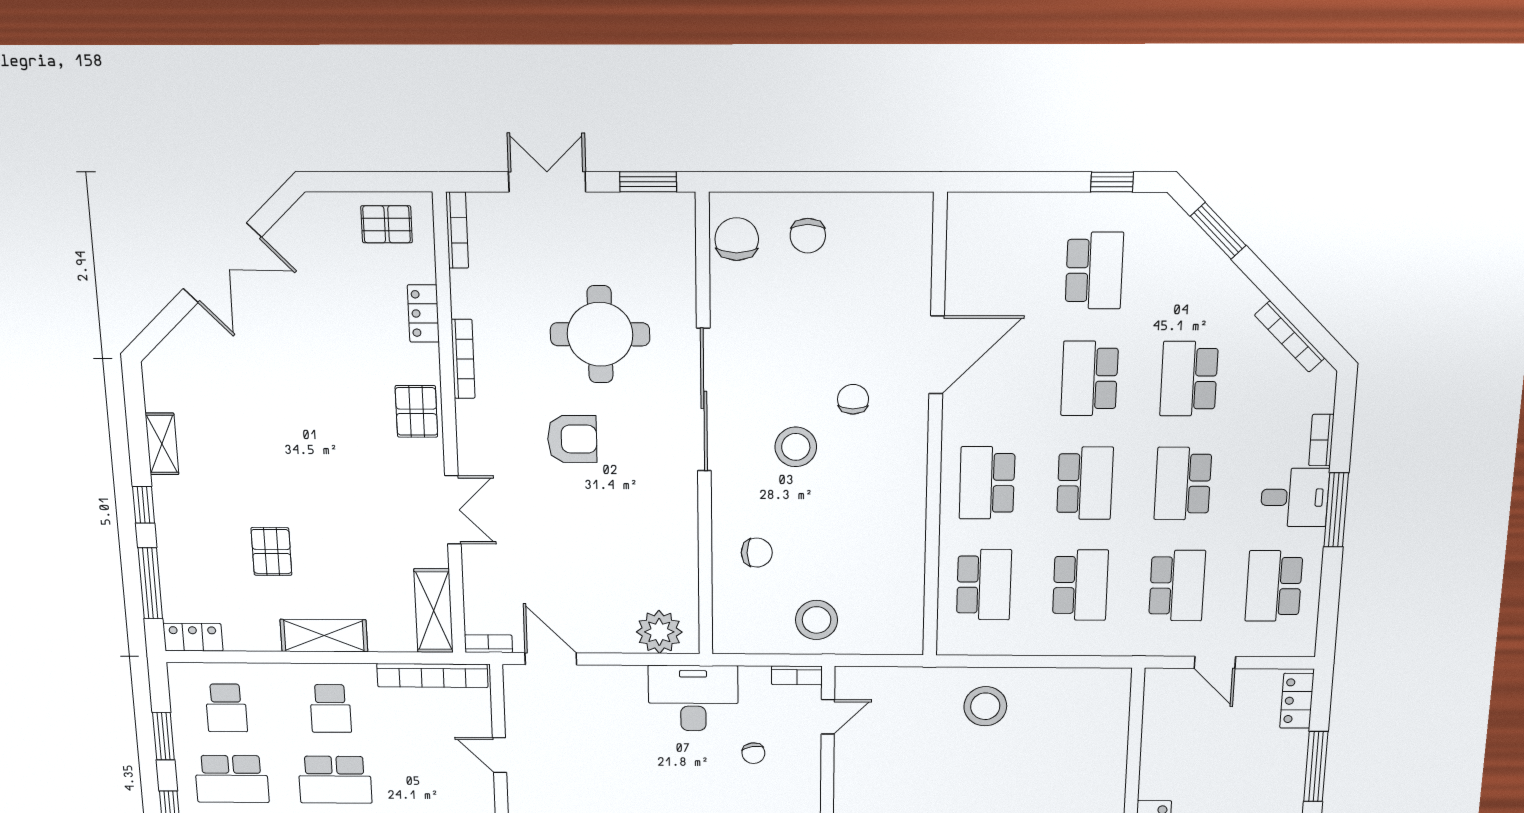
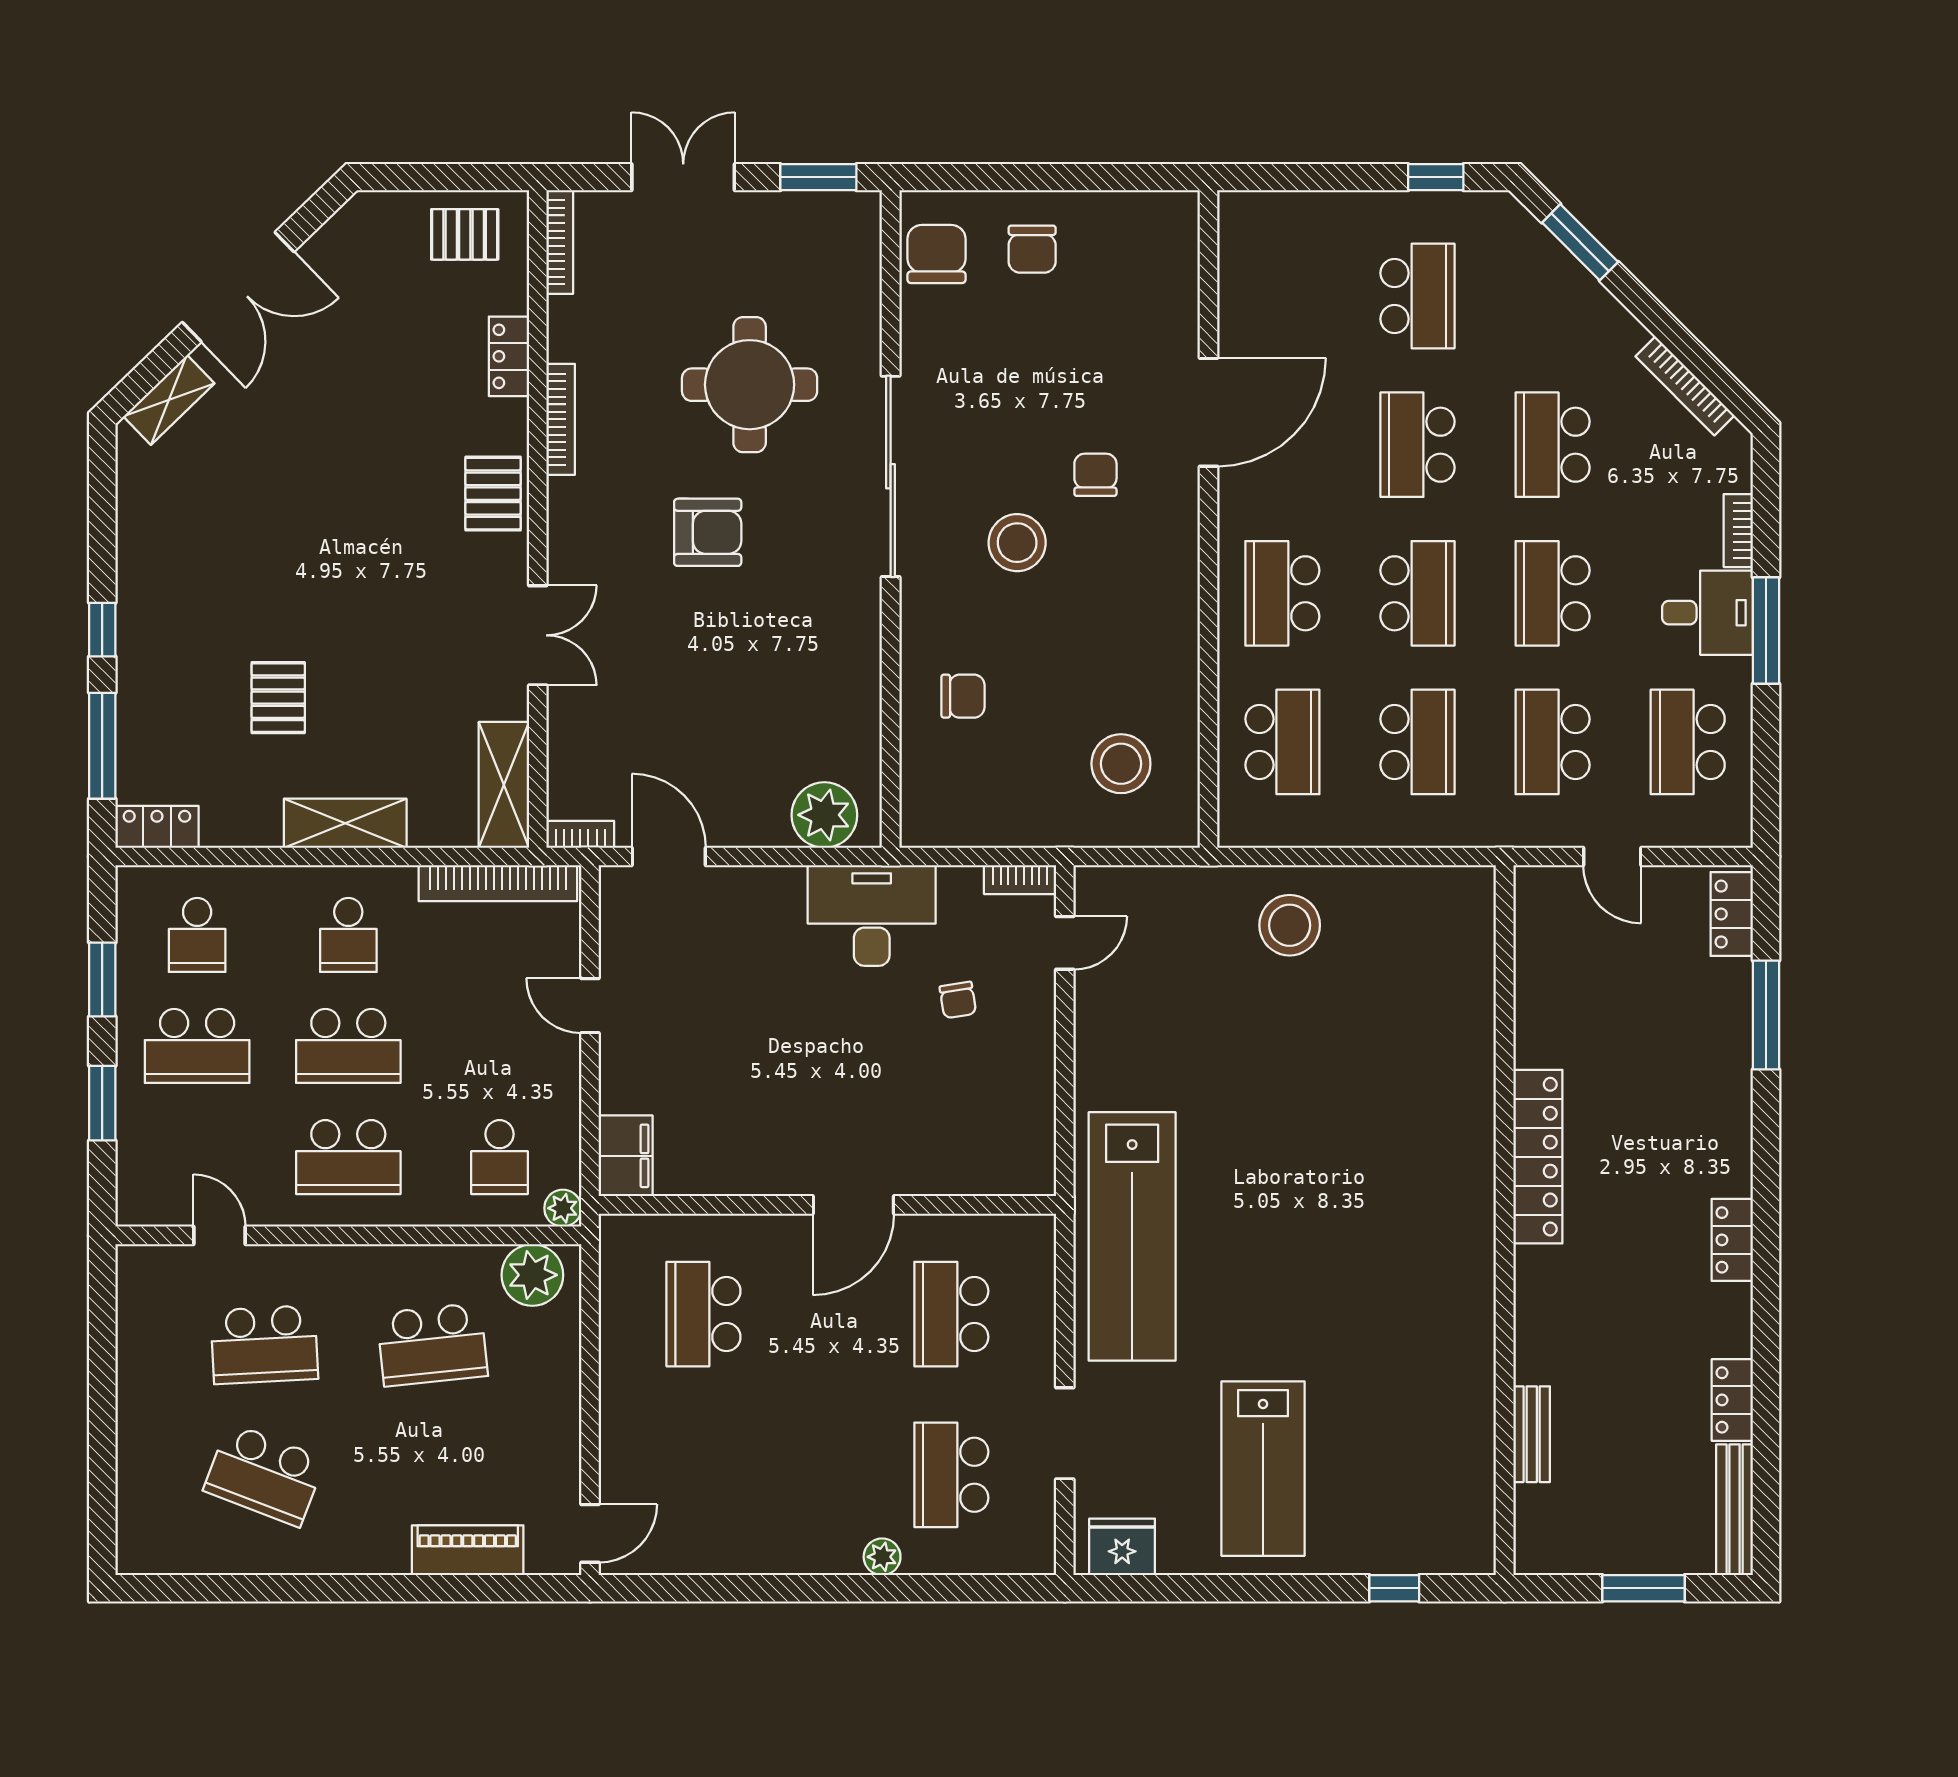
shelving: (162, 444) -> (169, 400), moved, turned 46
school desk: (1177, 586) -> (1553, 742), turned 180
stool: (817, 620) -> (1121, 764), moved

